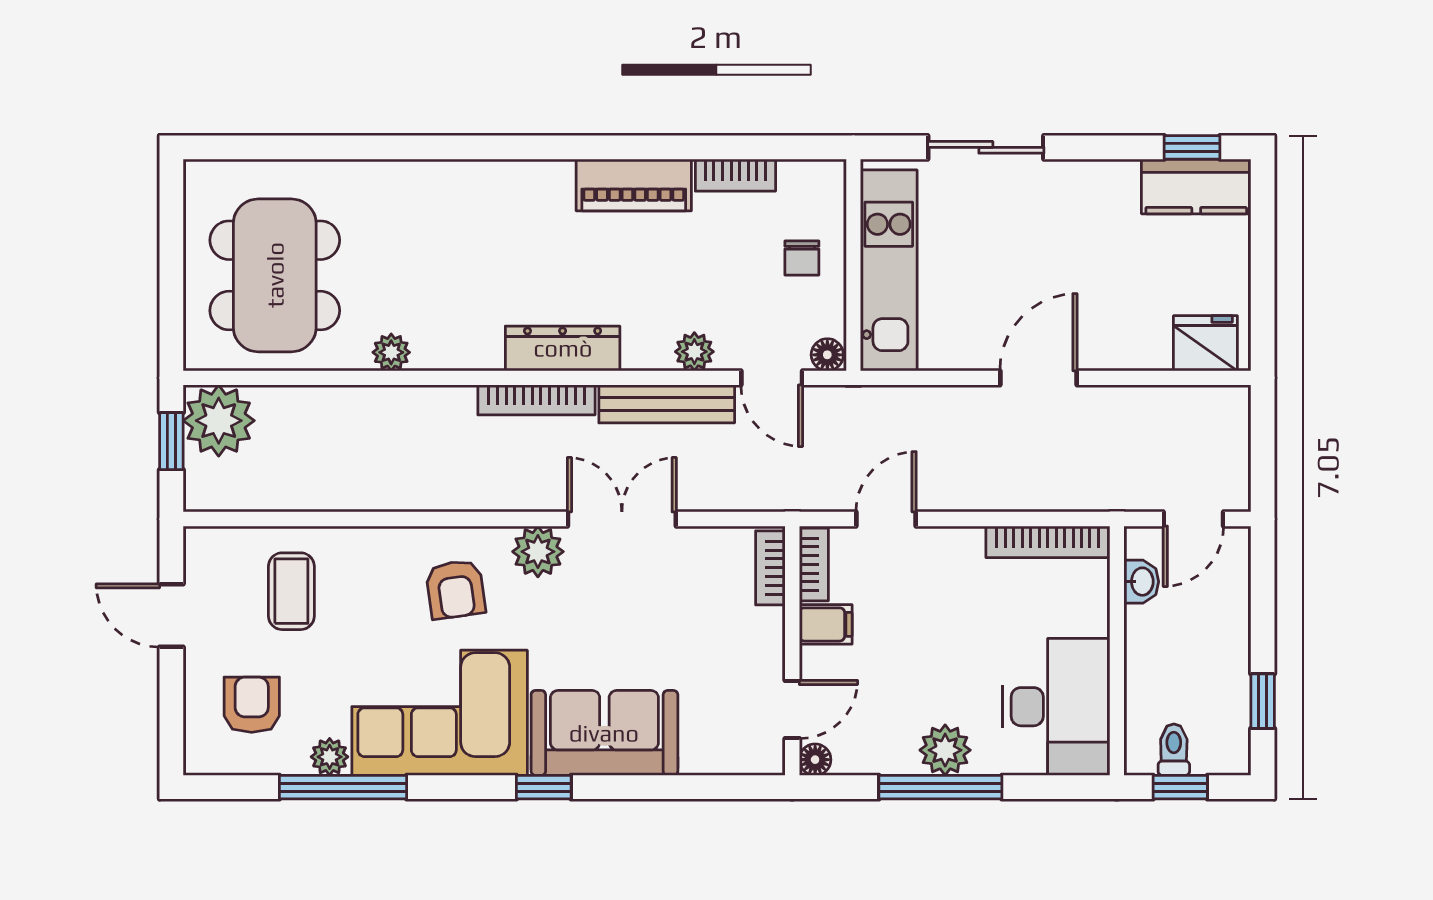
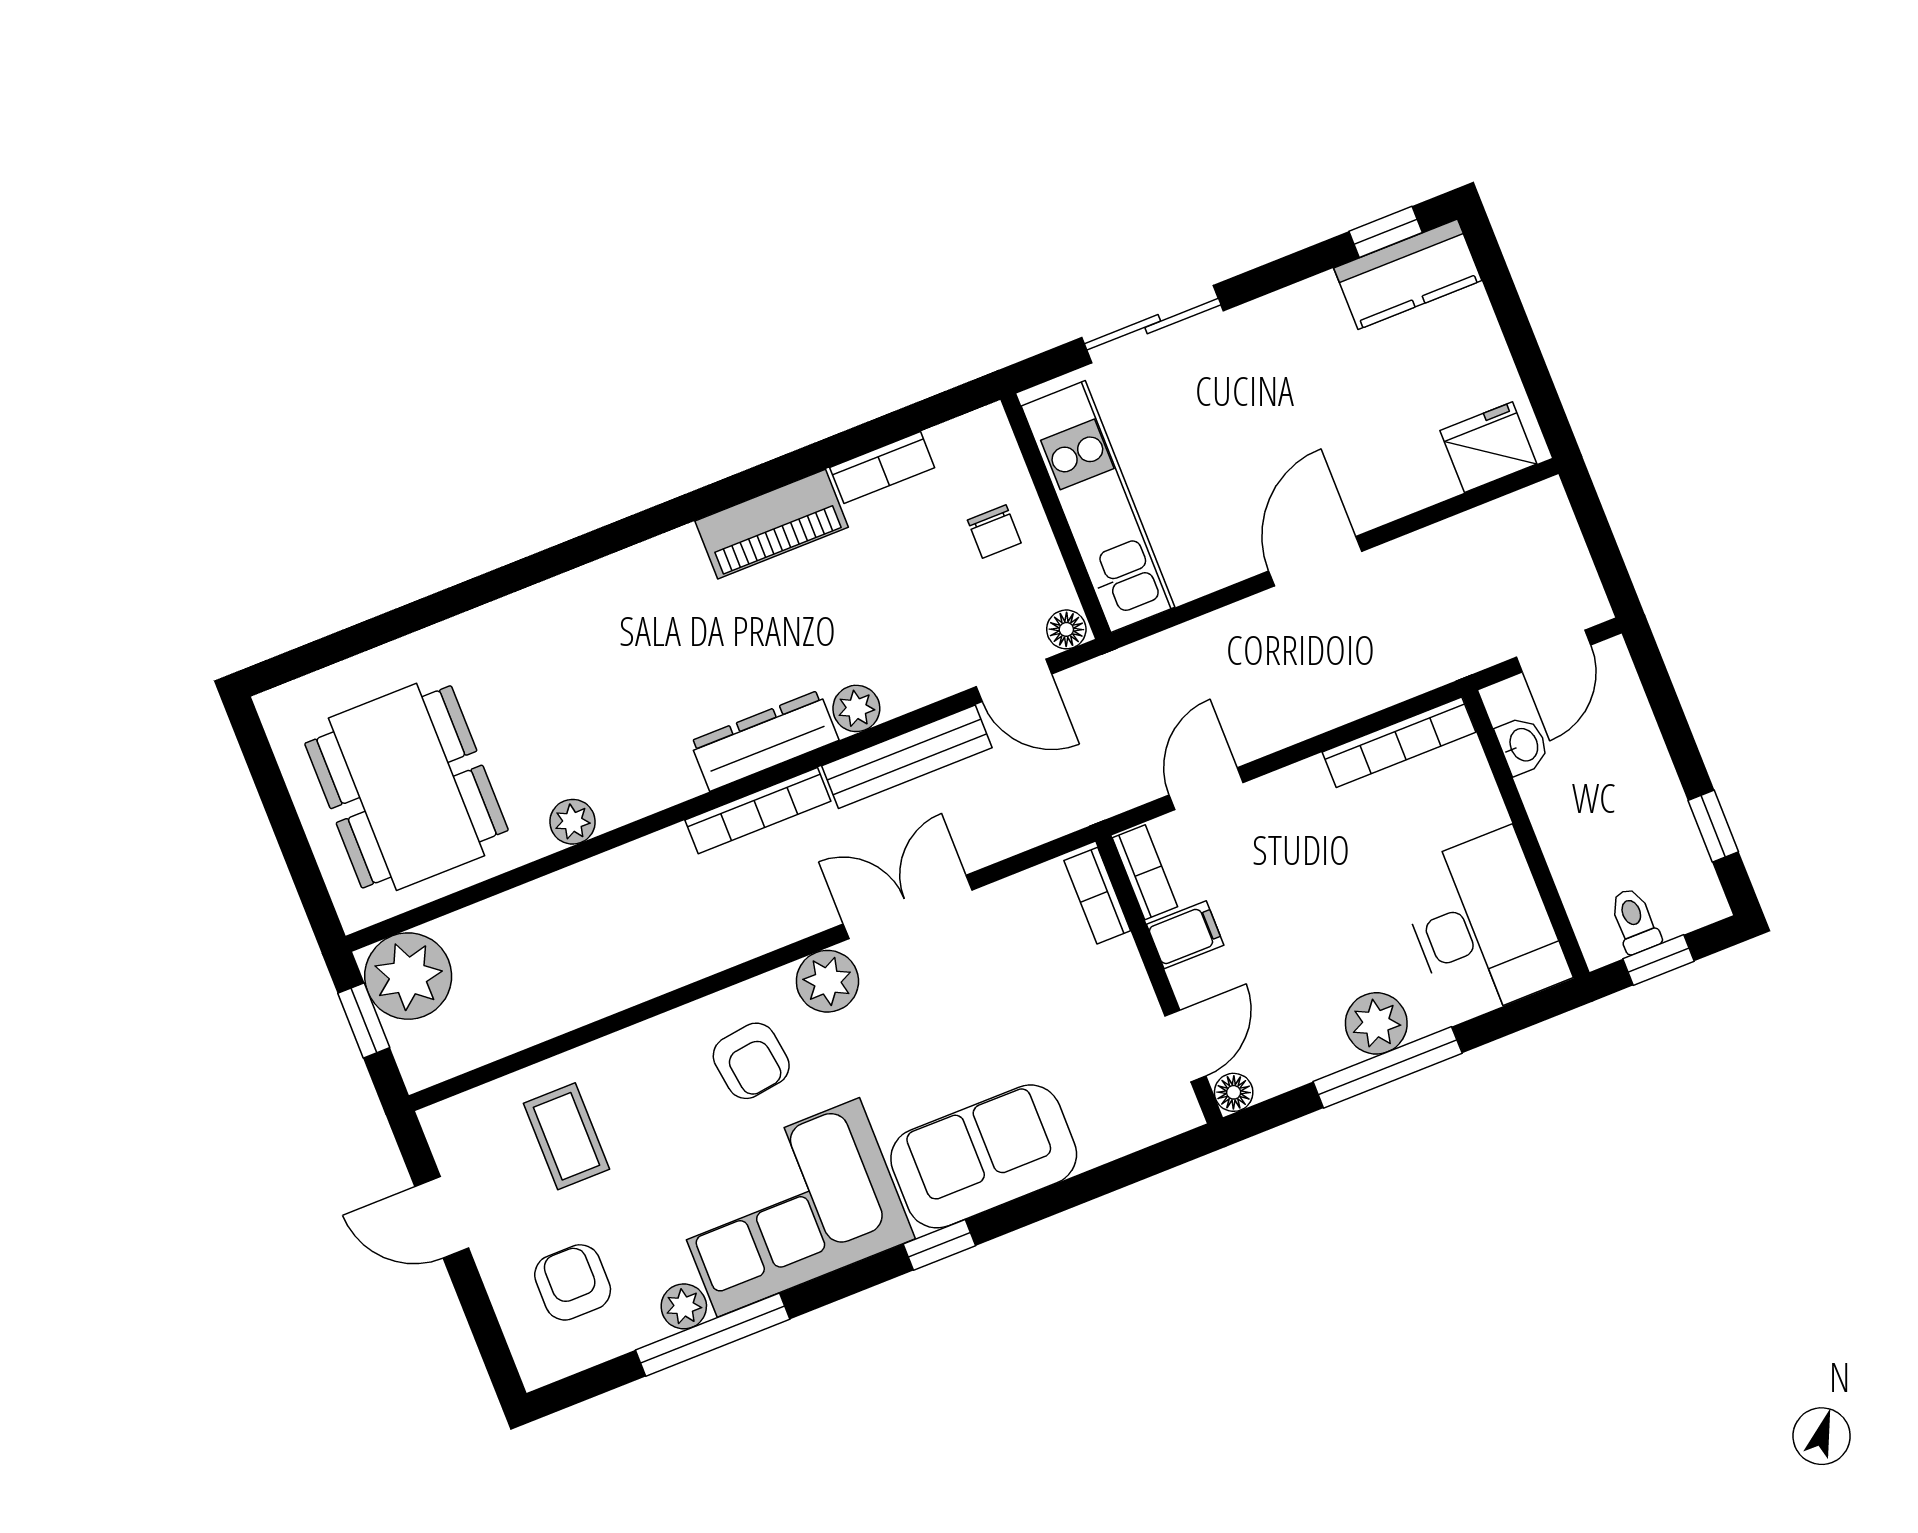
plant: (694, 352) -> (856, 708), moved

